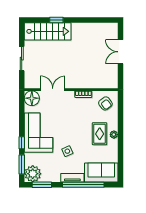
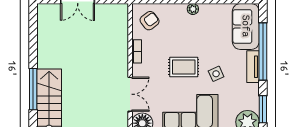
window: (56, 20) -> (33, 89), width x2.17
double door: (53, 90) -> (130, 94), swing flipped
rug: (100, 134) -> (184, 67), moved

